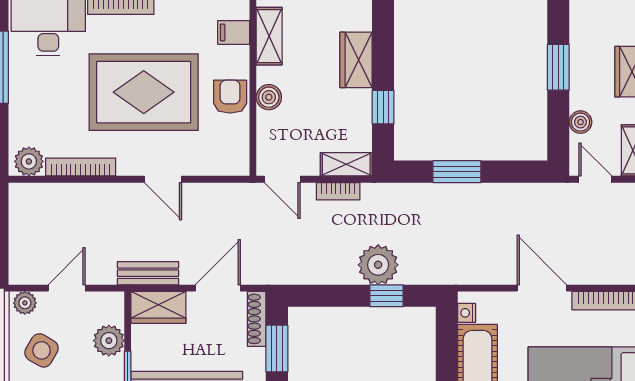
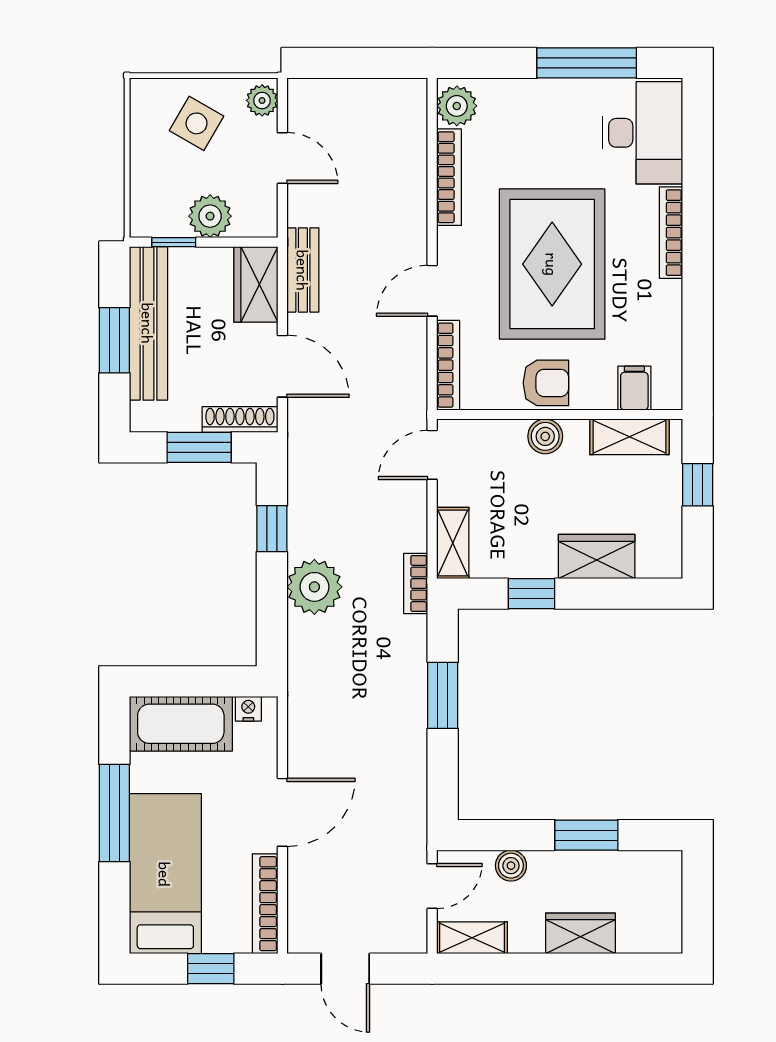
bookcase: (217, 168) -> (448, 365), added
bookcase: (338, 191) -> (416, 583), moved
window: (386, 296) -> (272, 529), moved

